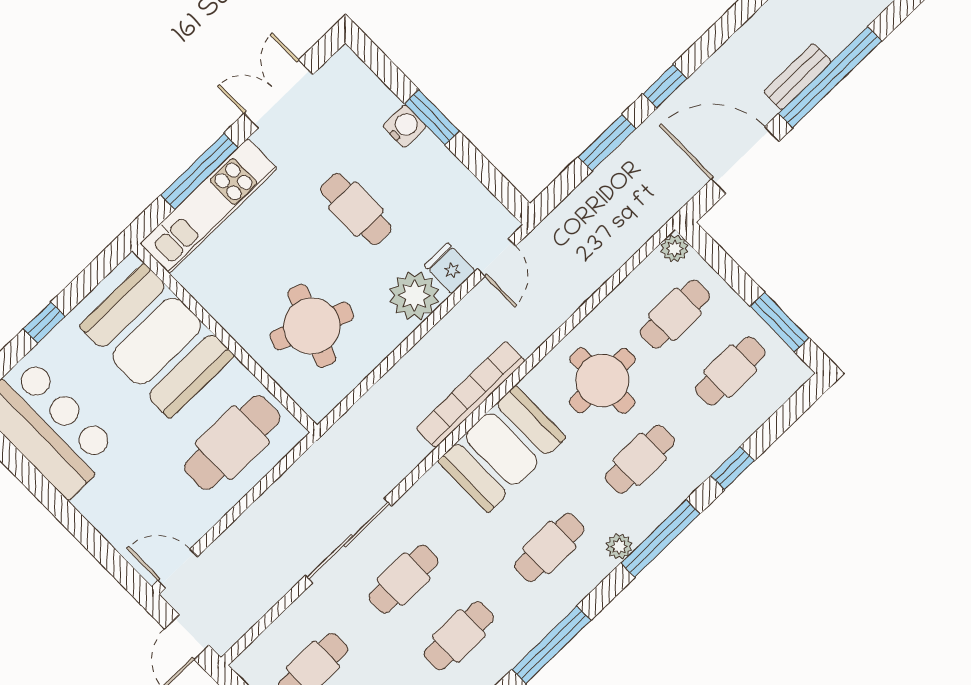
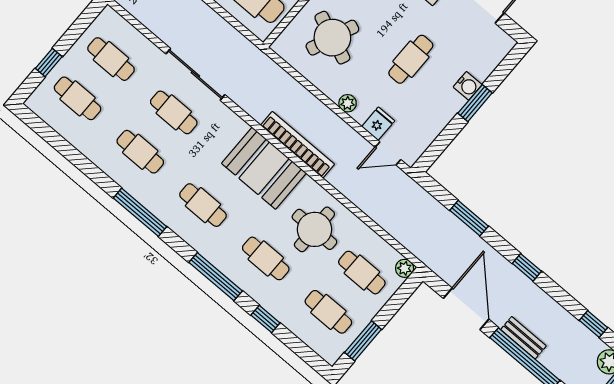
window: (665, 86) -> (527, 267), moved
plant: (414, 296) -> (348, 103), width x0.53, depth x0.53
plant: (619, 546) -> (208, 250), removed

